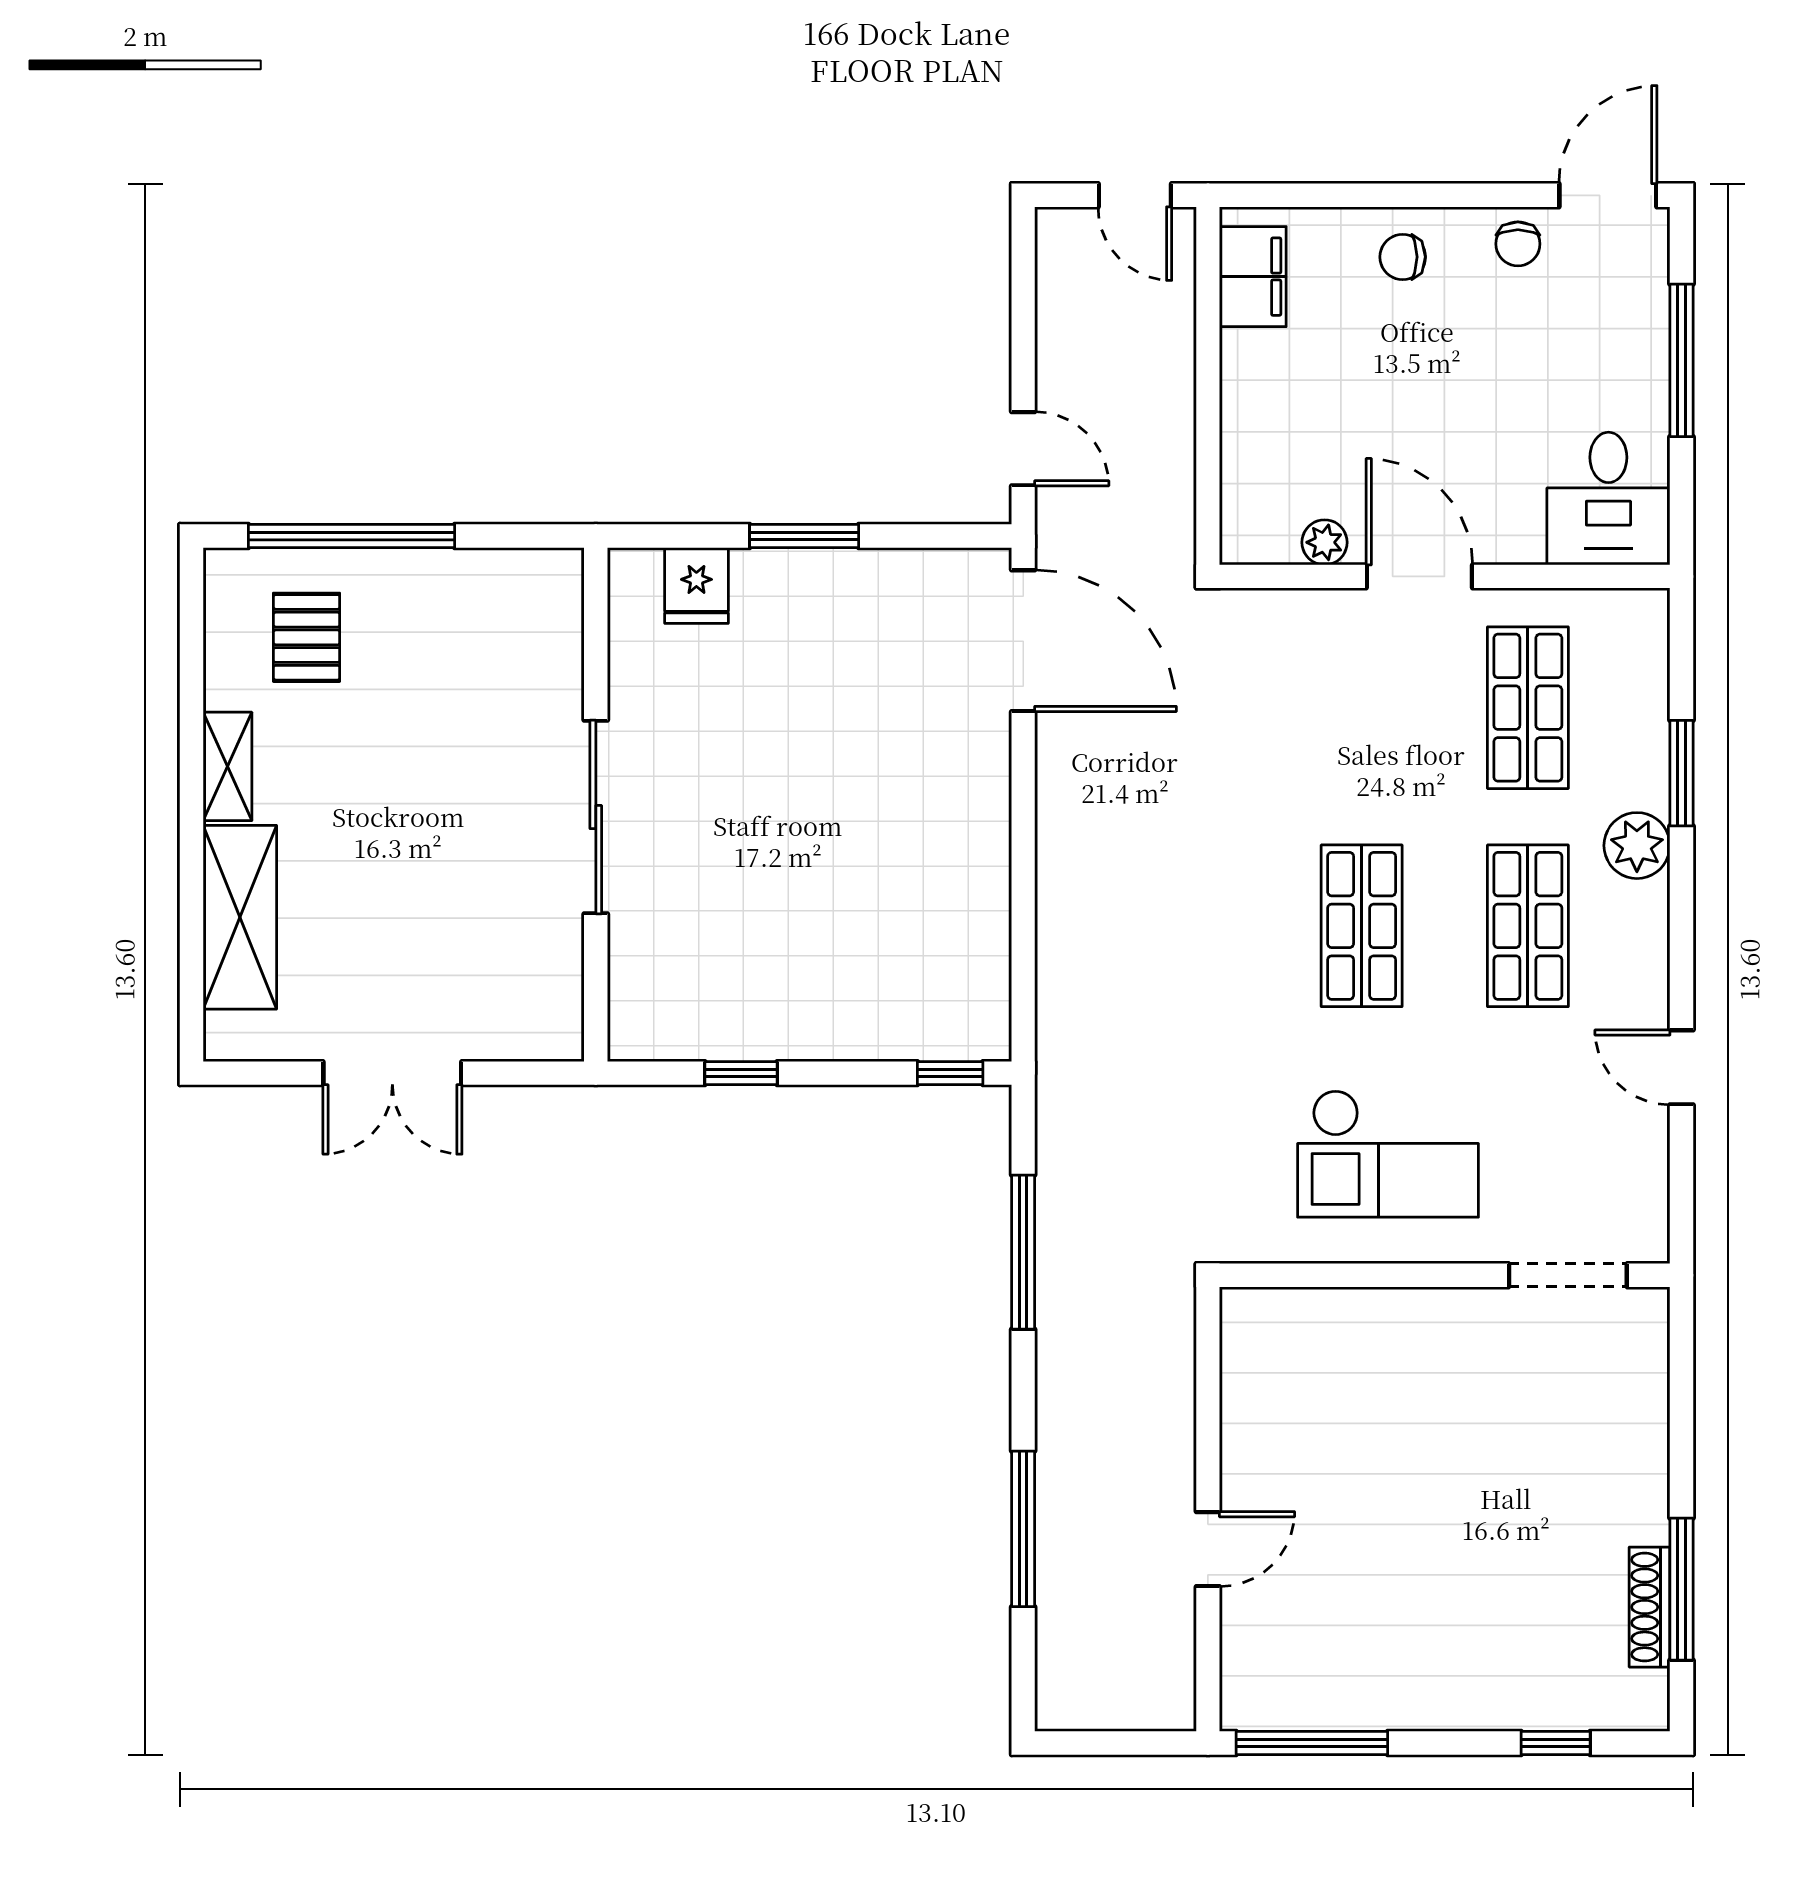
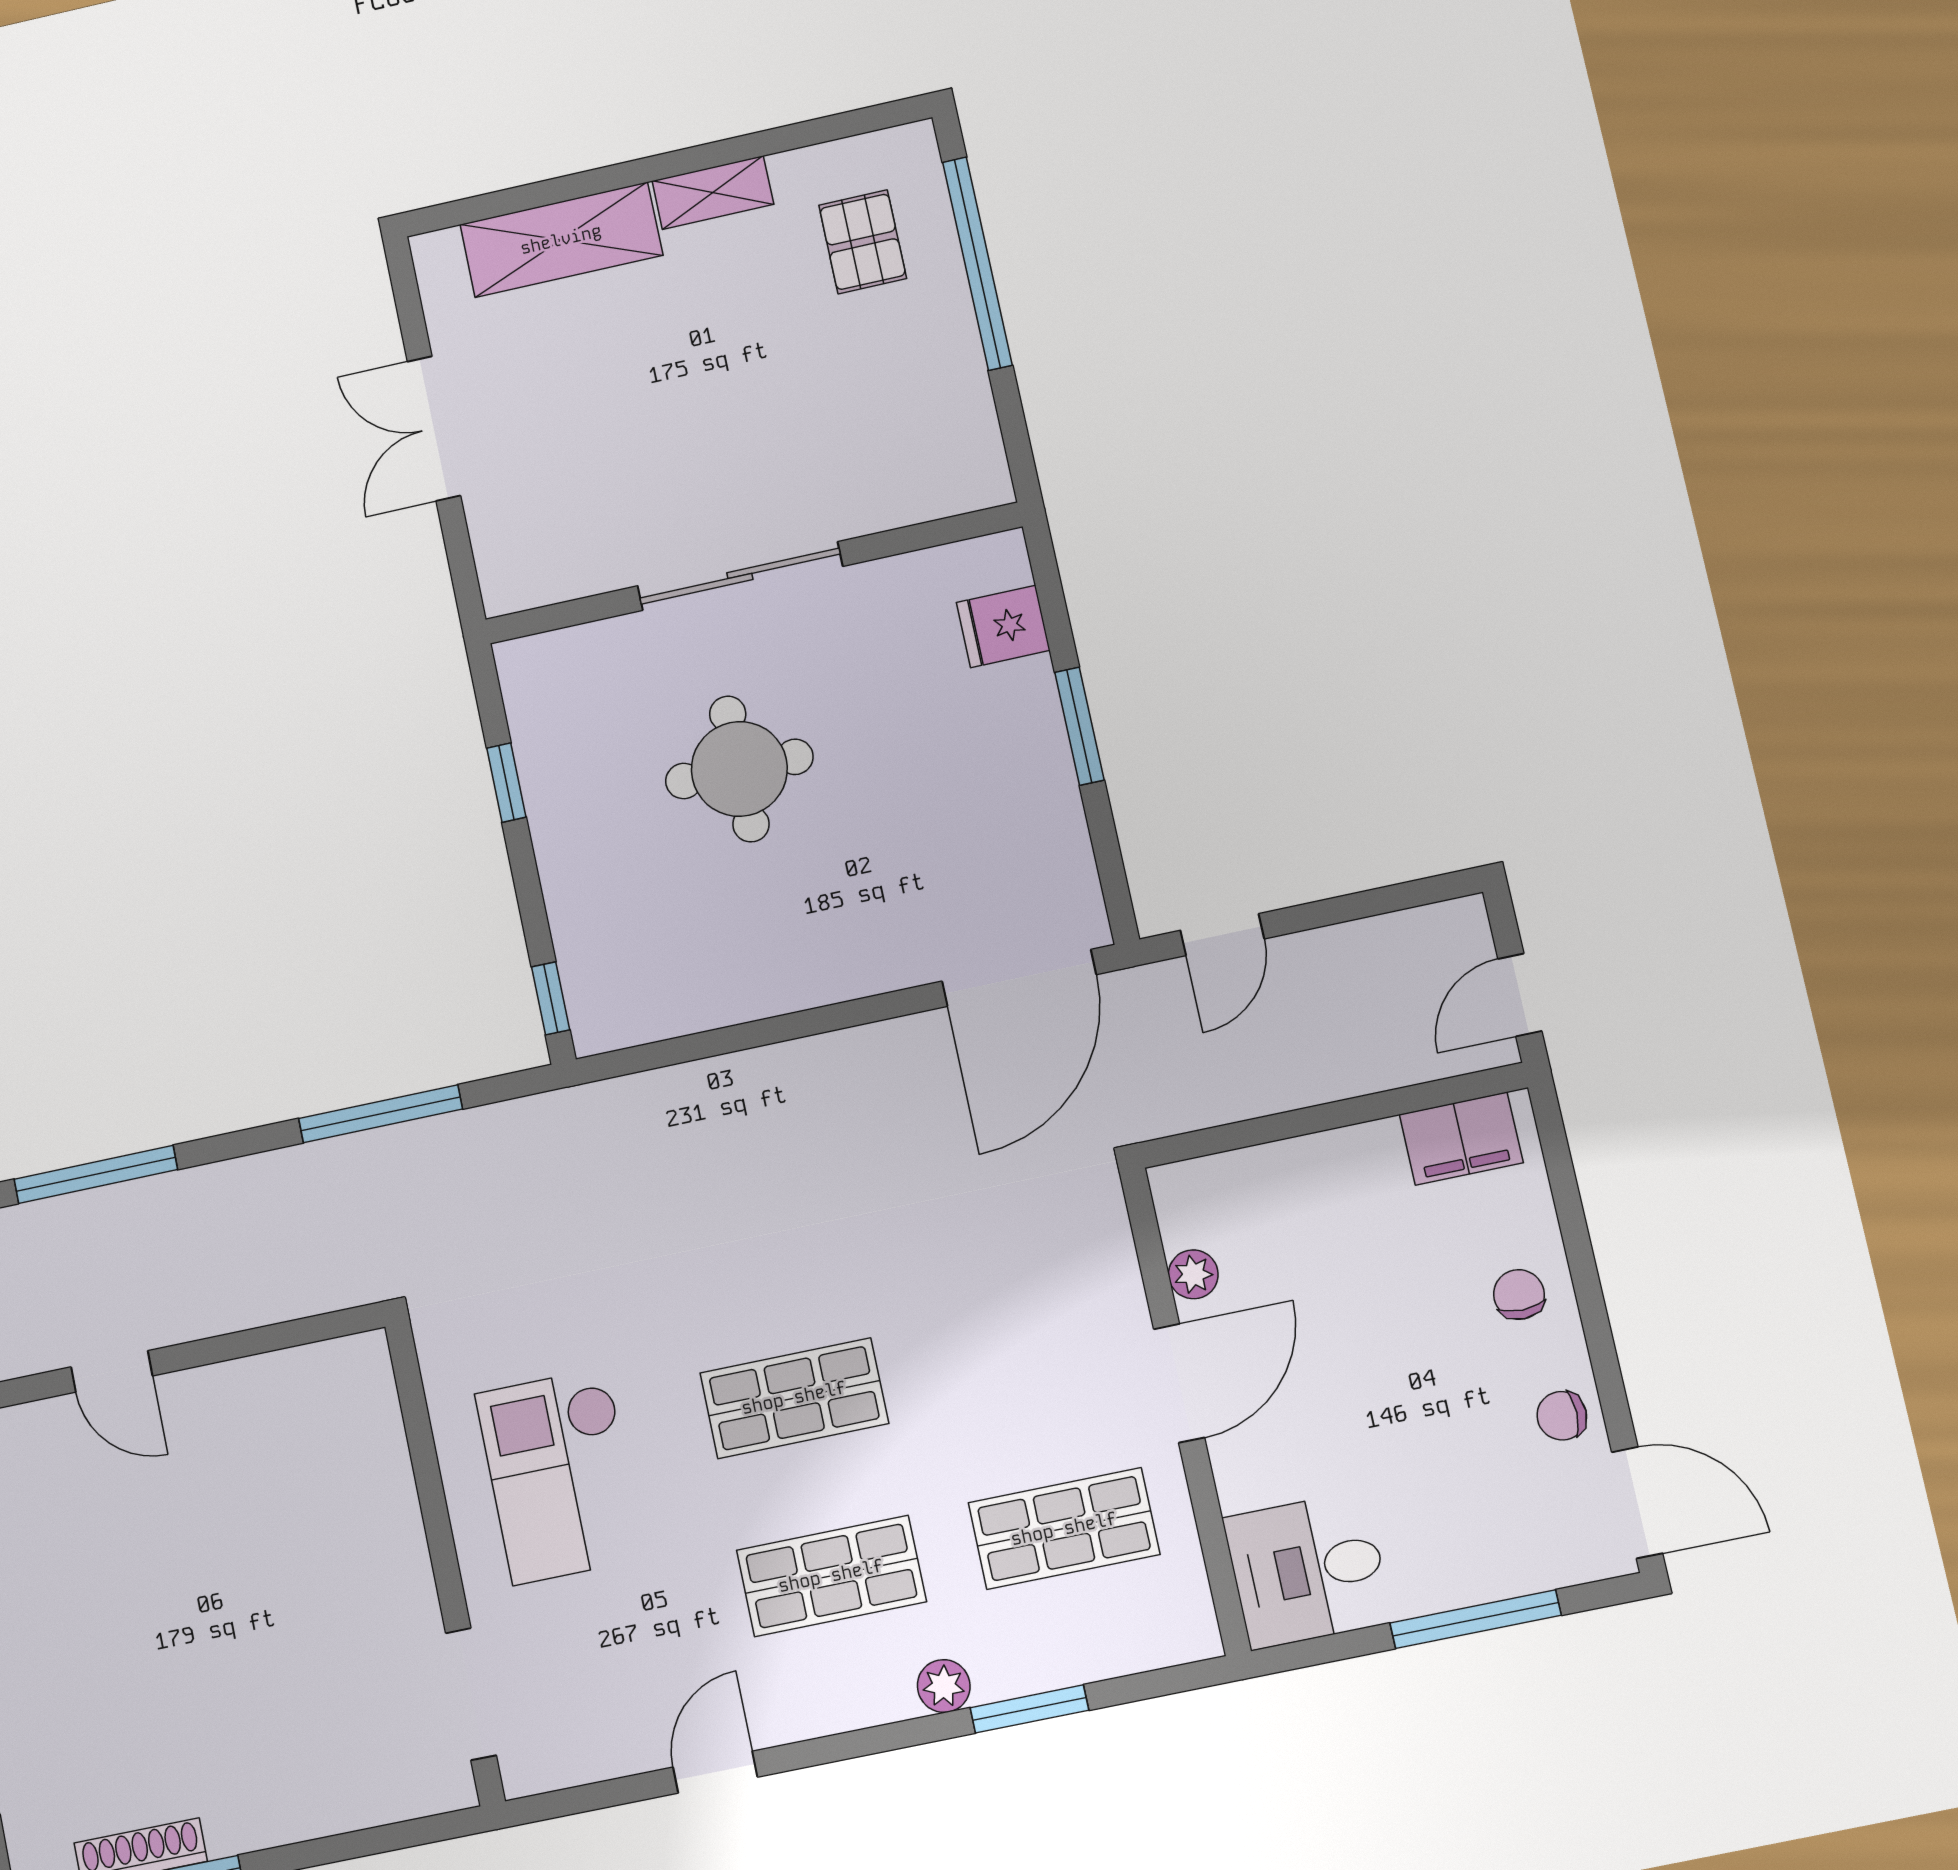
pallet: (307, 637) -> (863, 242), turned 90
plant: (1637, 846) -> (944, 1686), width x0.73, depth x0.73
round table: (775, 855) -> (739, 769), added

